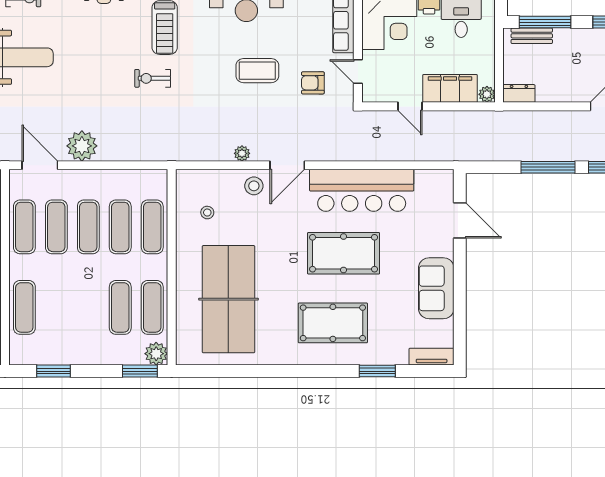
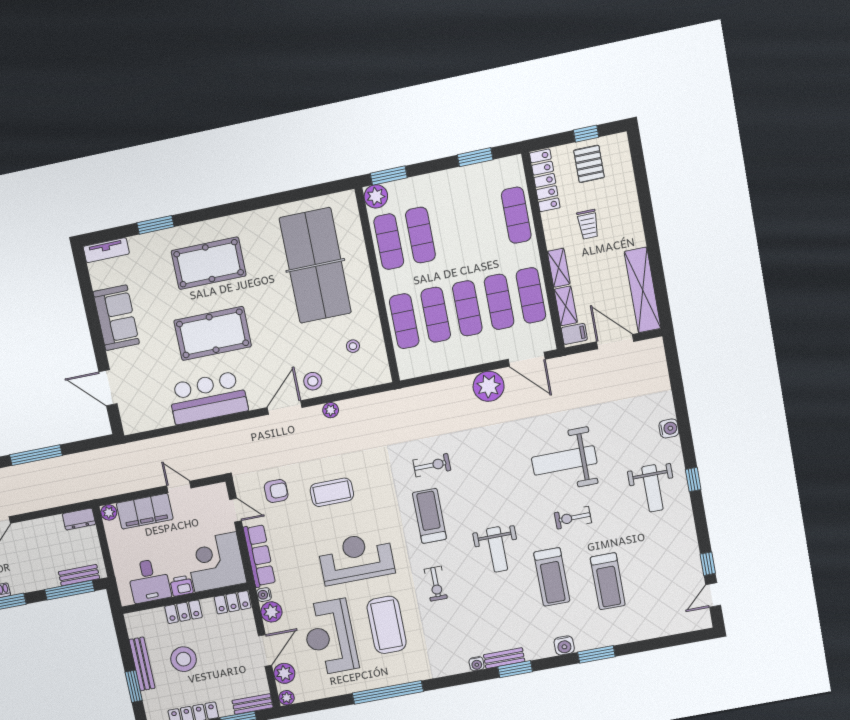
bar counter: (362, 190) -> (208, 398), width x0.73

